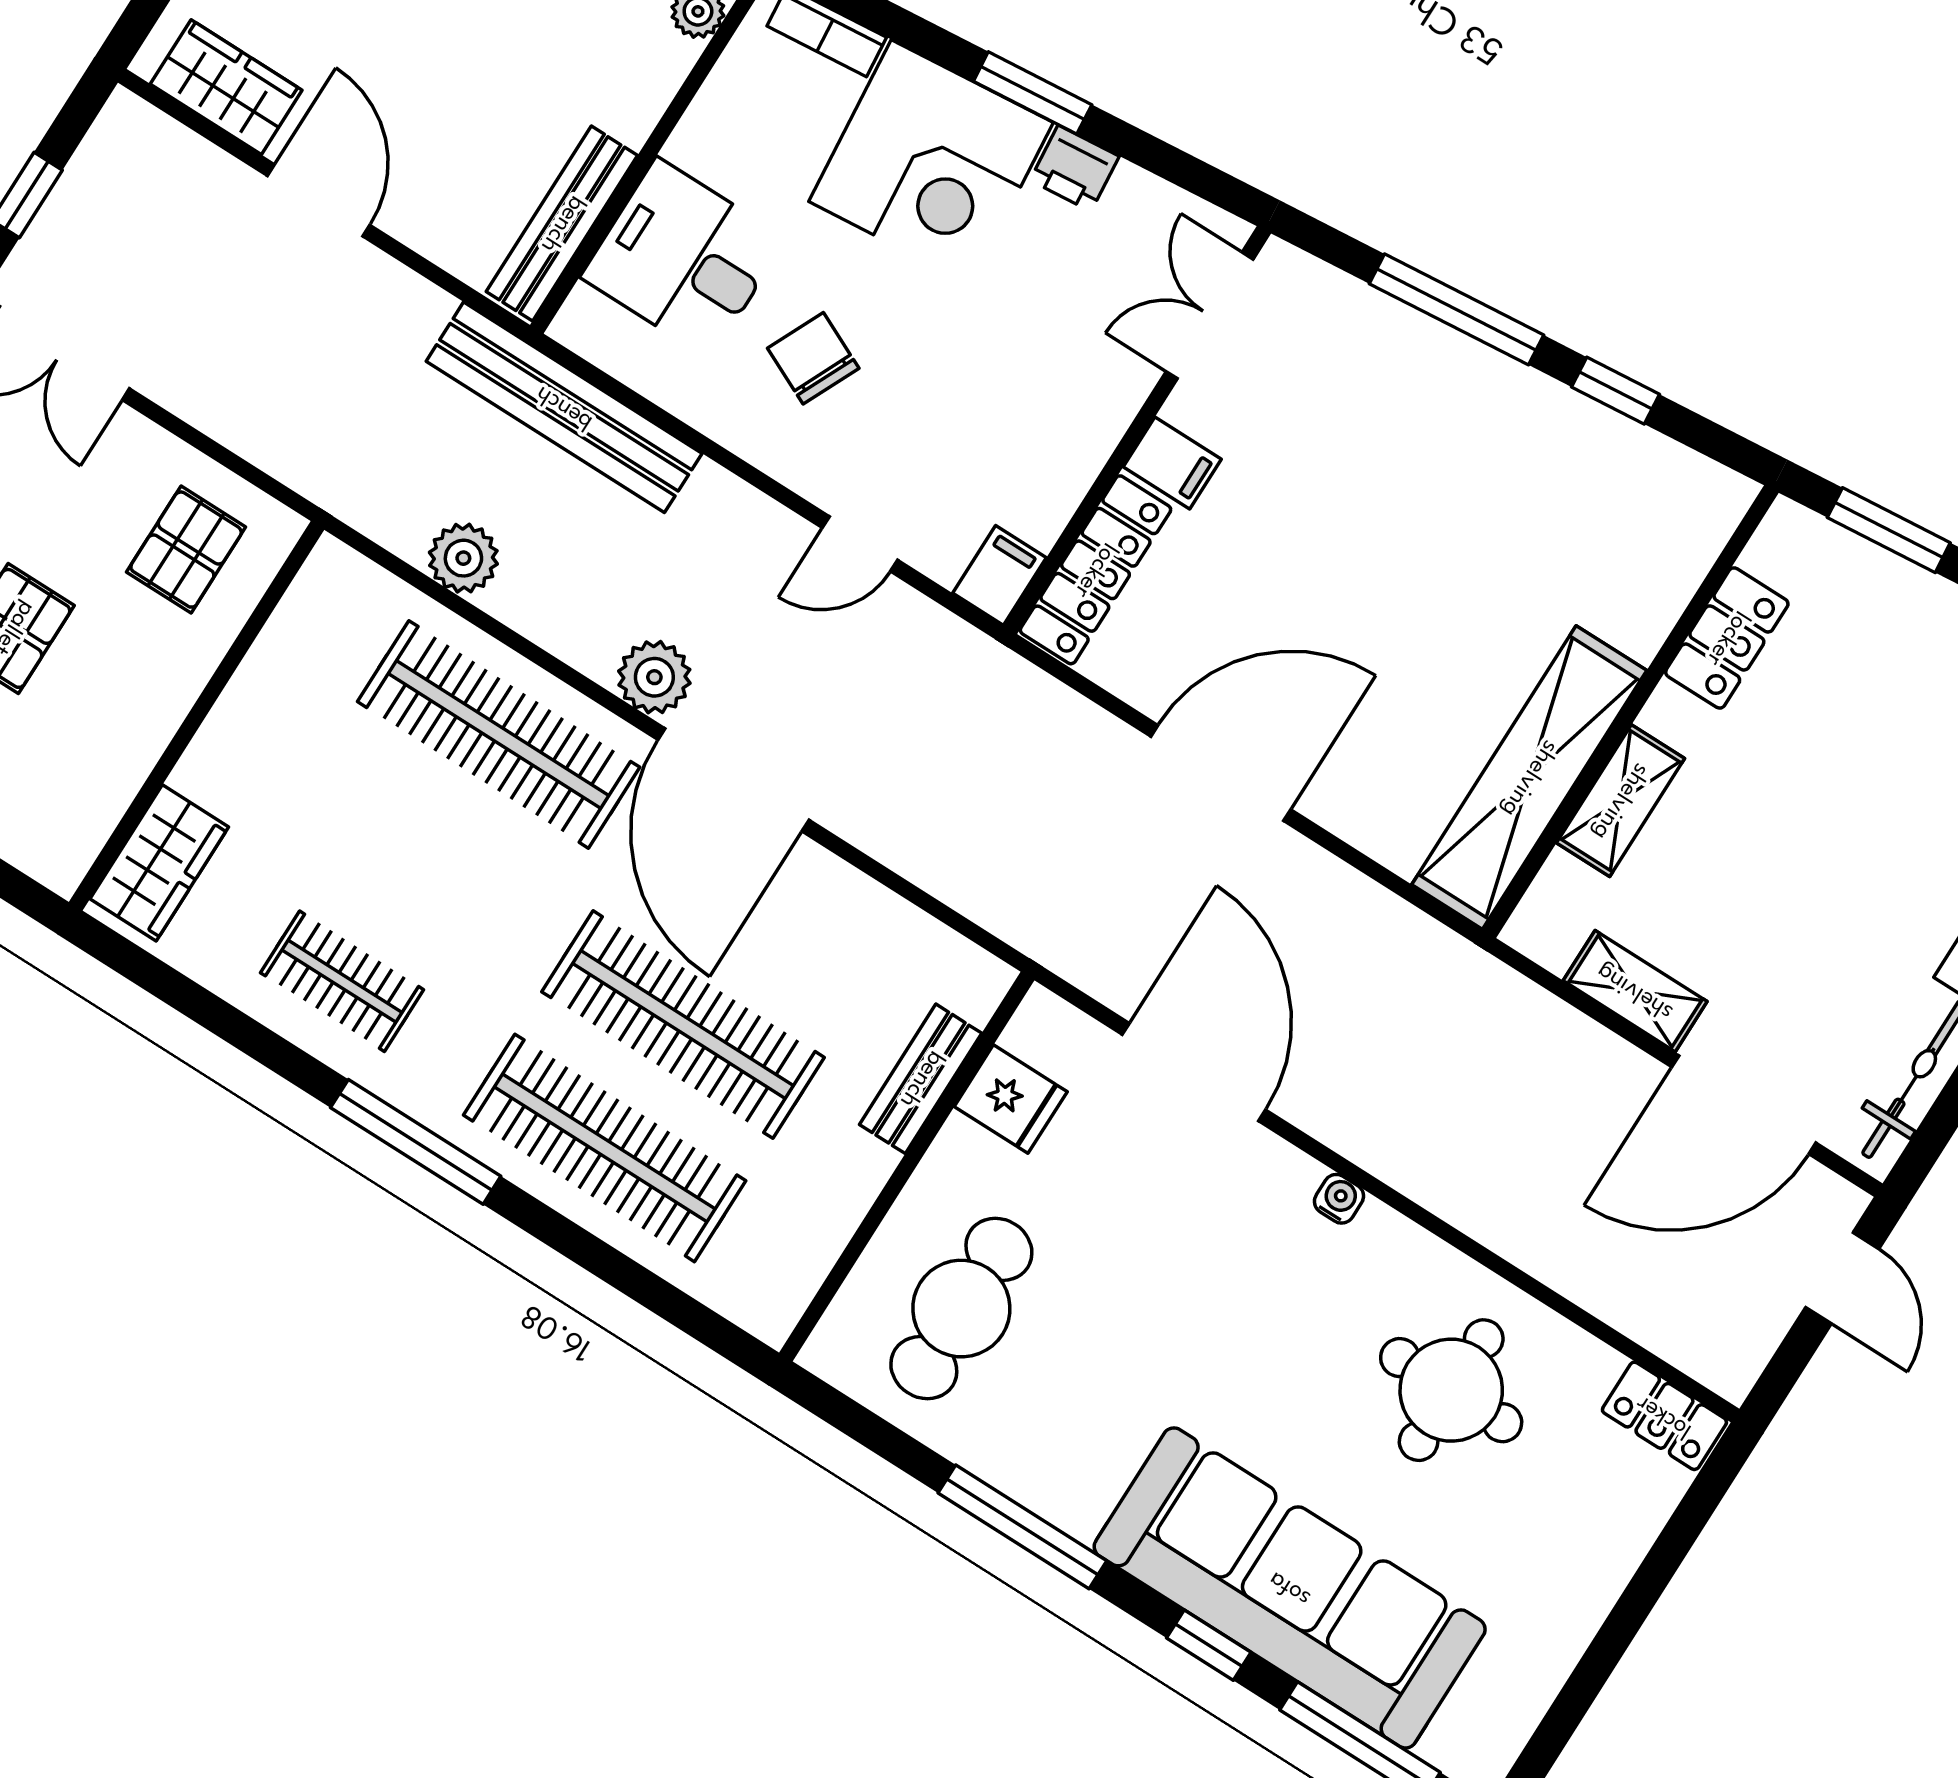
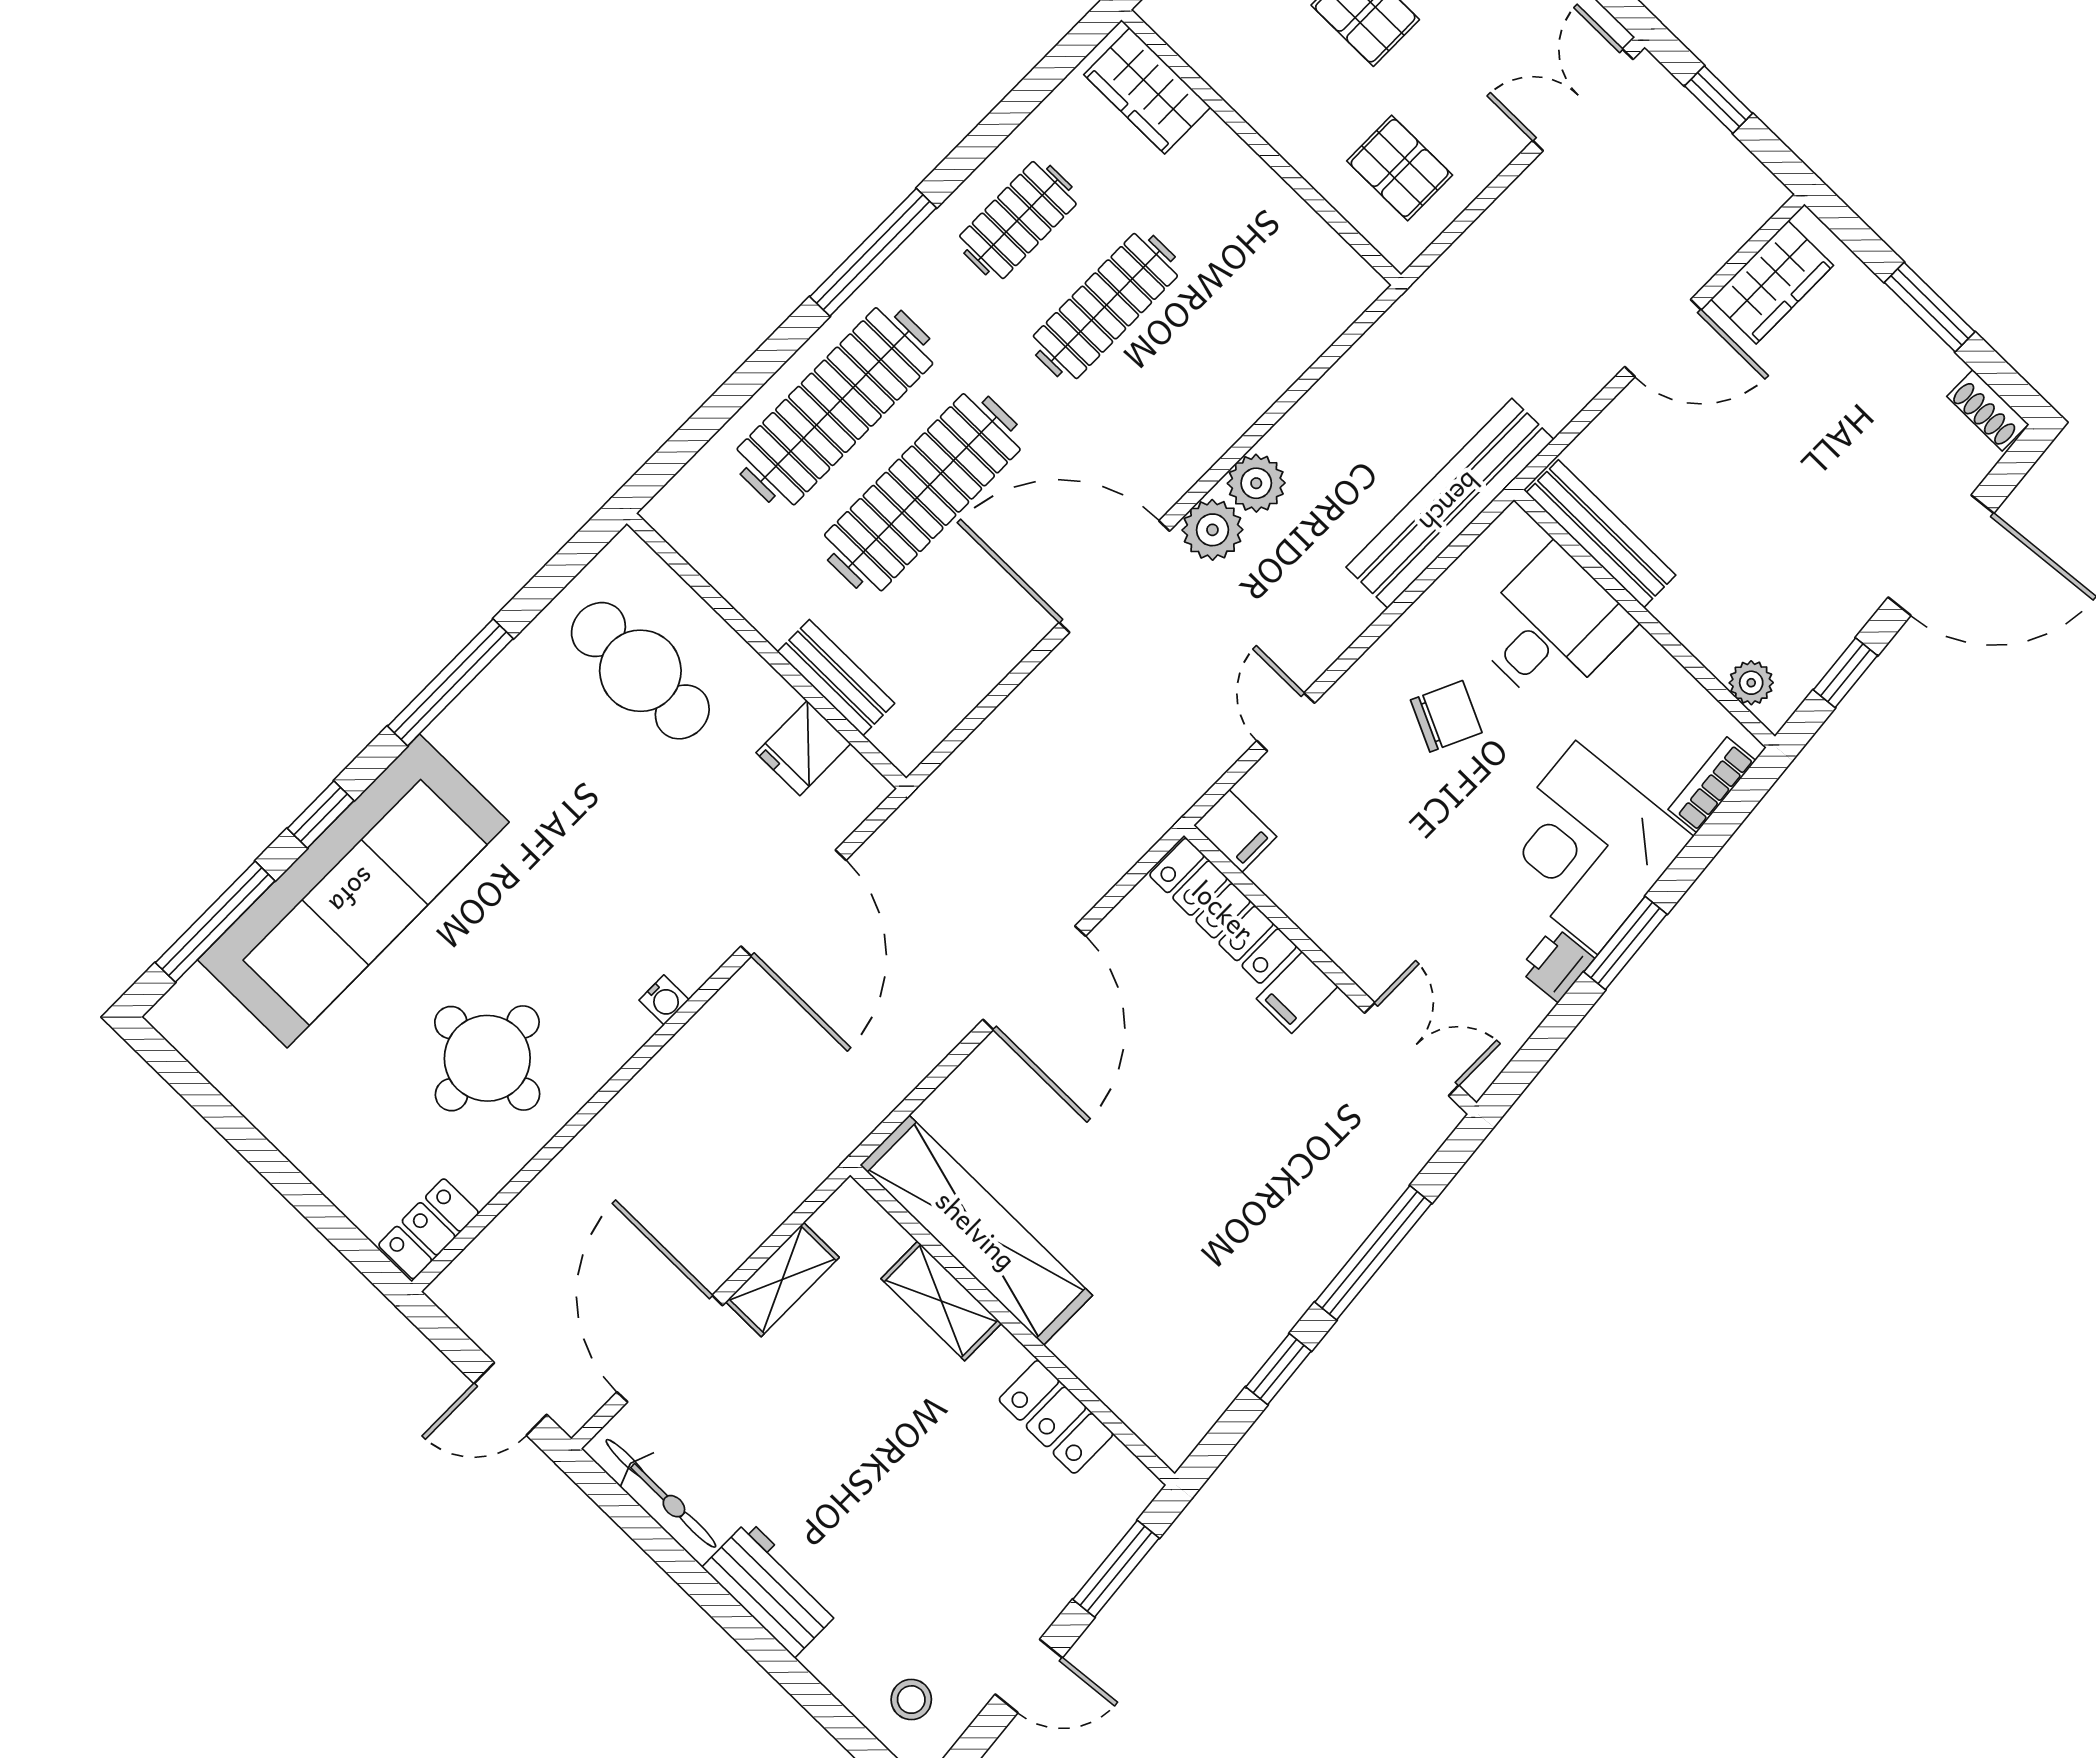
plant: (463, 558) -> (1256, 483), moved
clothes rail: (499, 734) -> (1105, 306), moved, width x0.73, depth x0.76
door: (1194, 1072) -> (793, 903), hinge flipped

